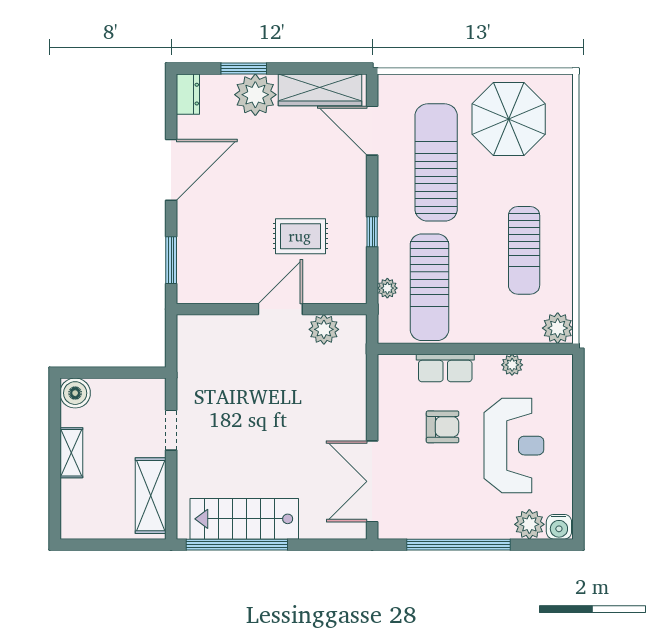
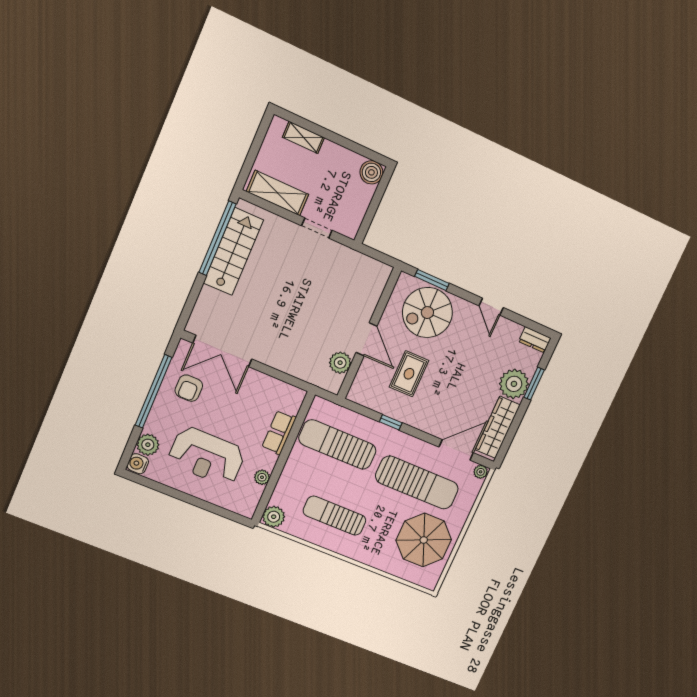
door: (171, 170) -> (491, 307), width x0.53
spiral stairs: (214, 248) -> (427, 313), added
plant: (387, 288) -> (481, 472), moved
armchair: (442, 427) -> (189, 388), moved
shelving: (71, 453) -> (303, 137), moved
double door: (372, 481) -> (222, 351), swing flipped

